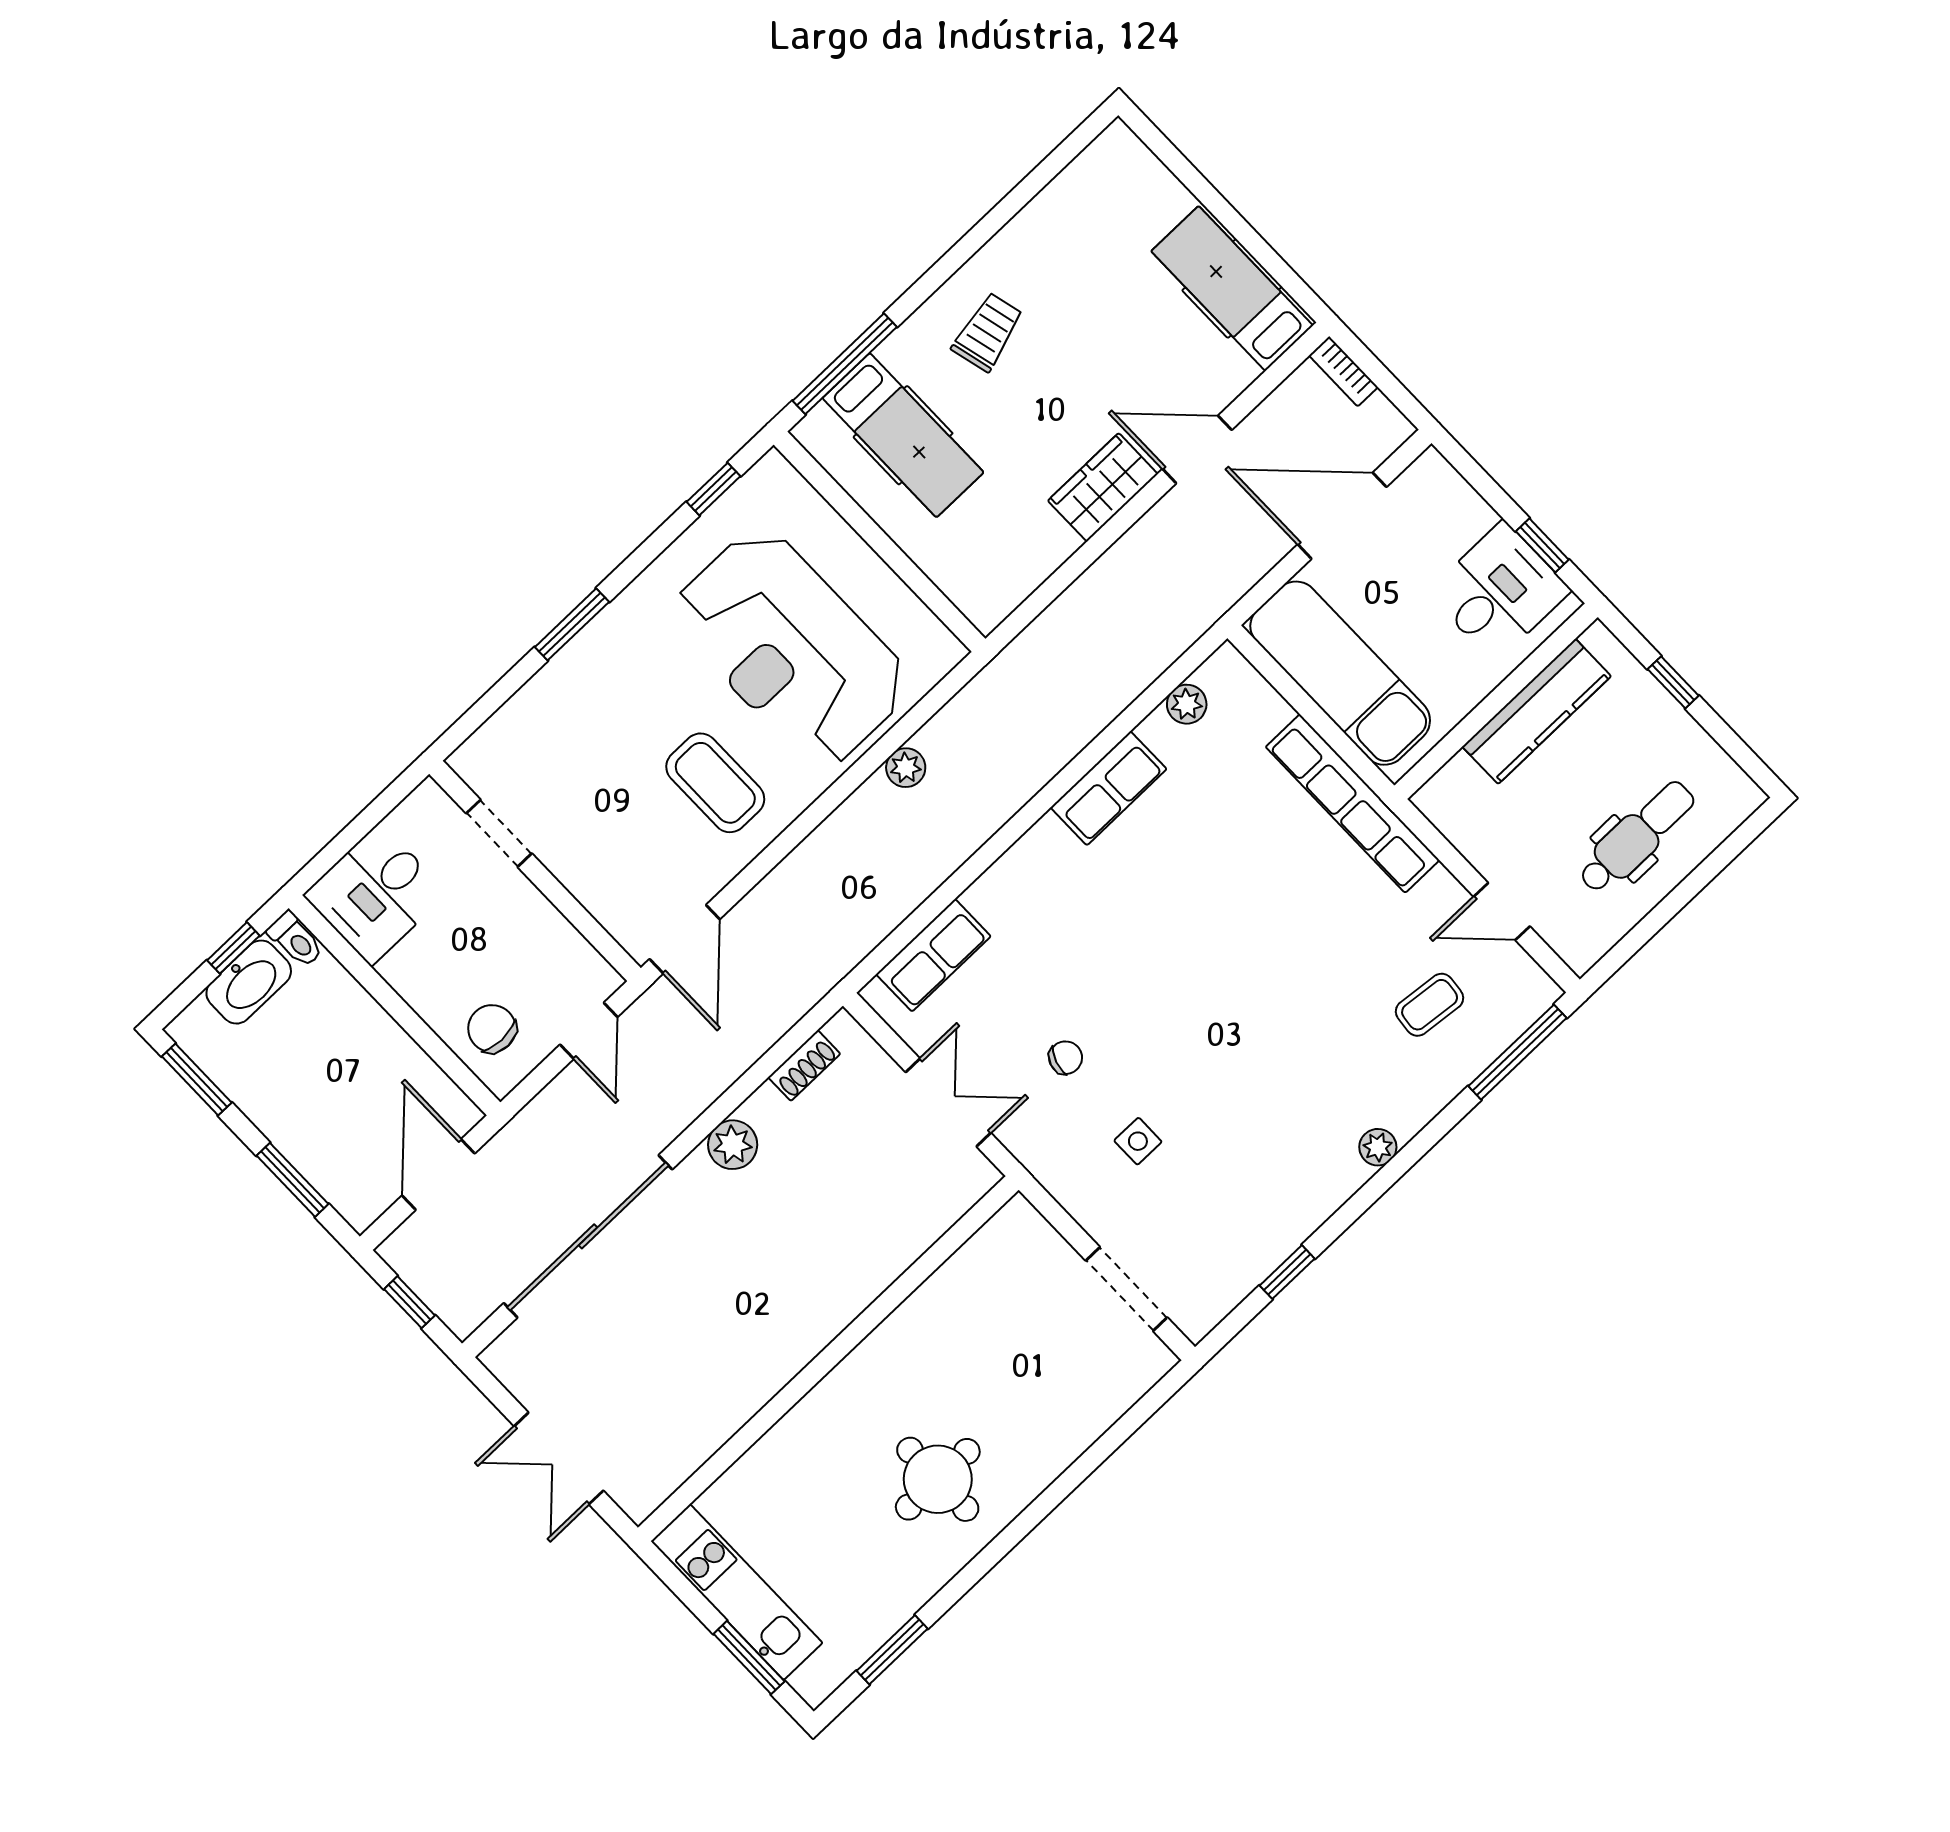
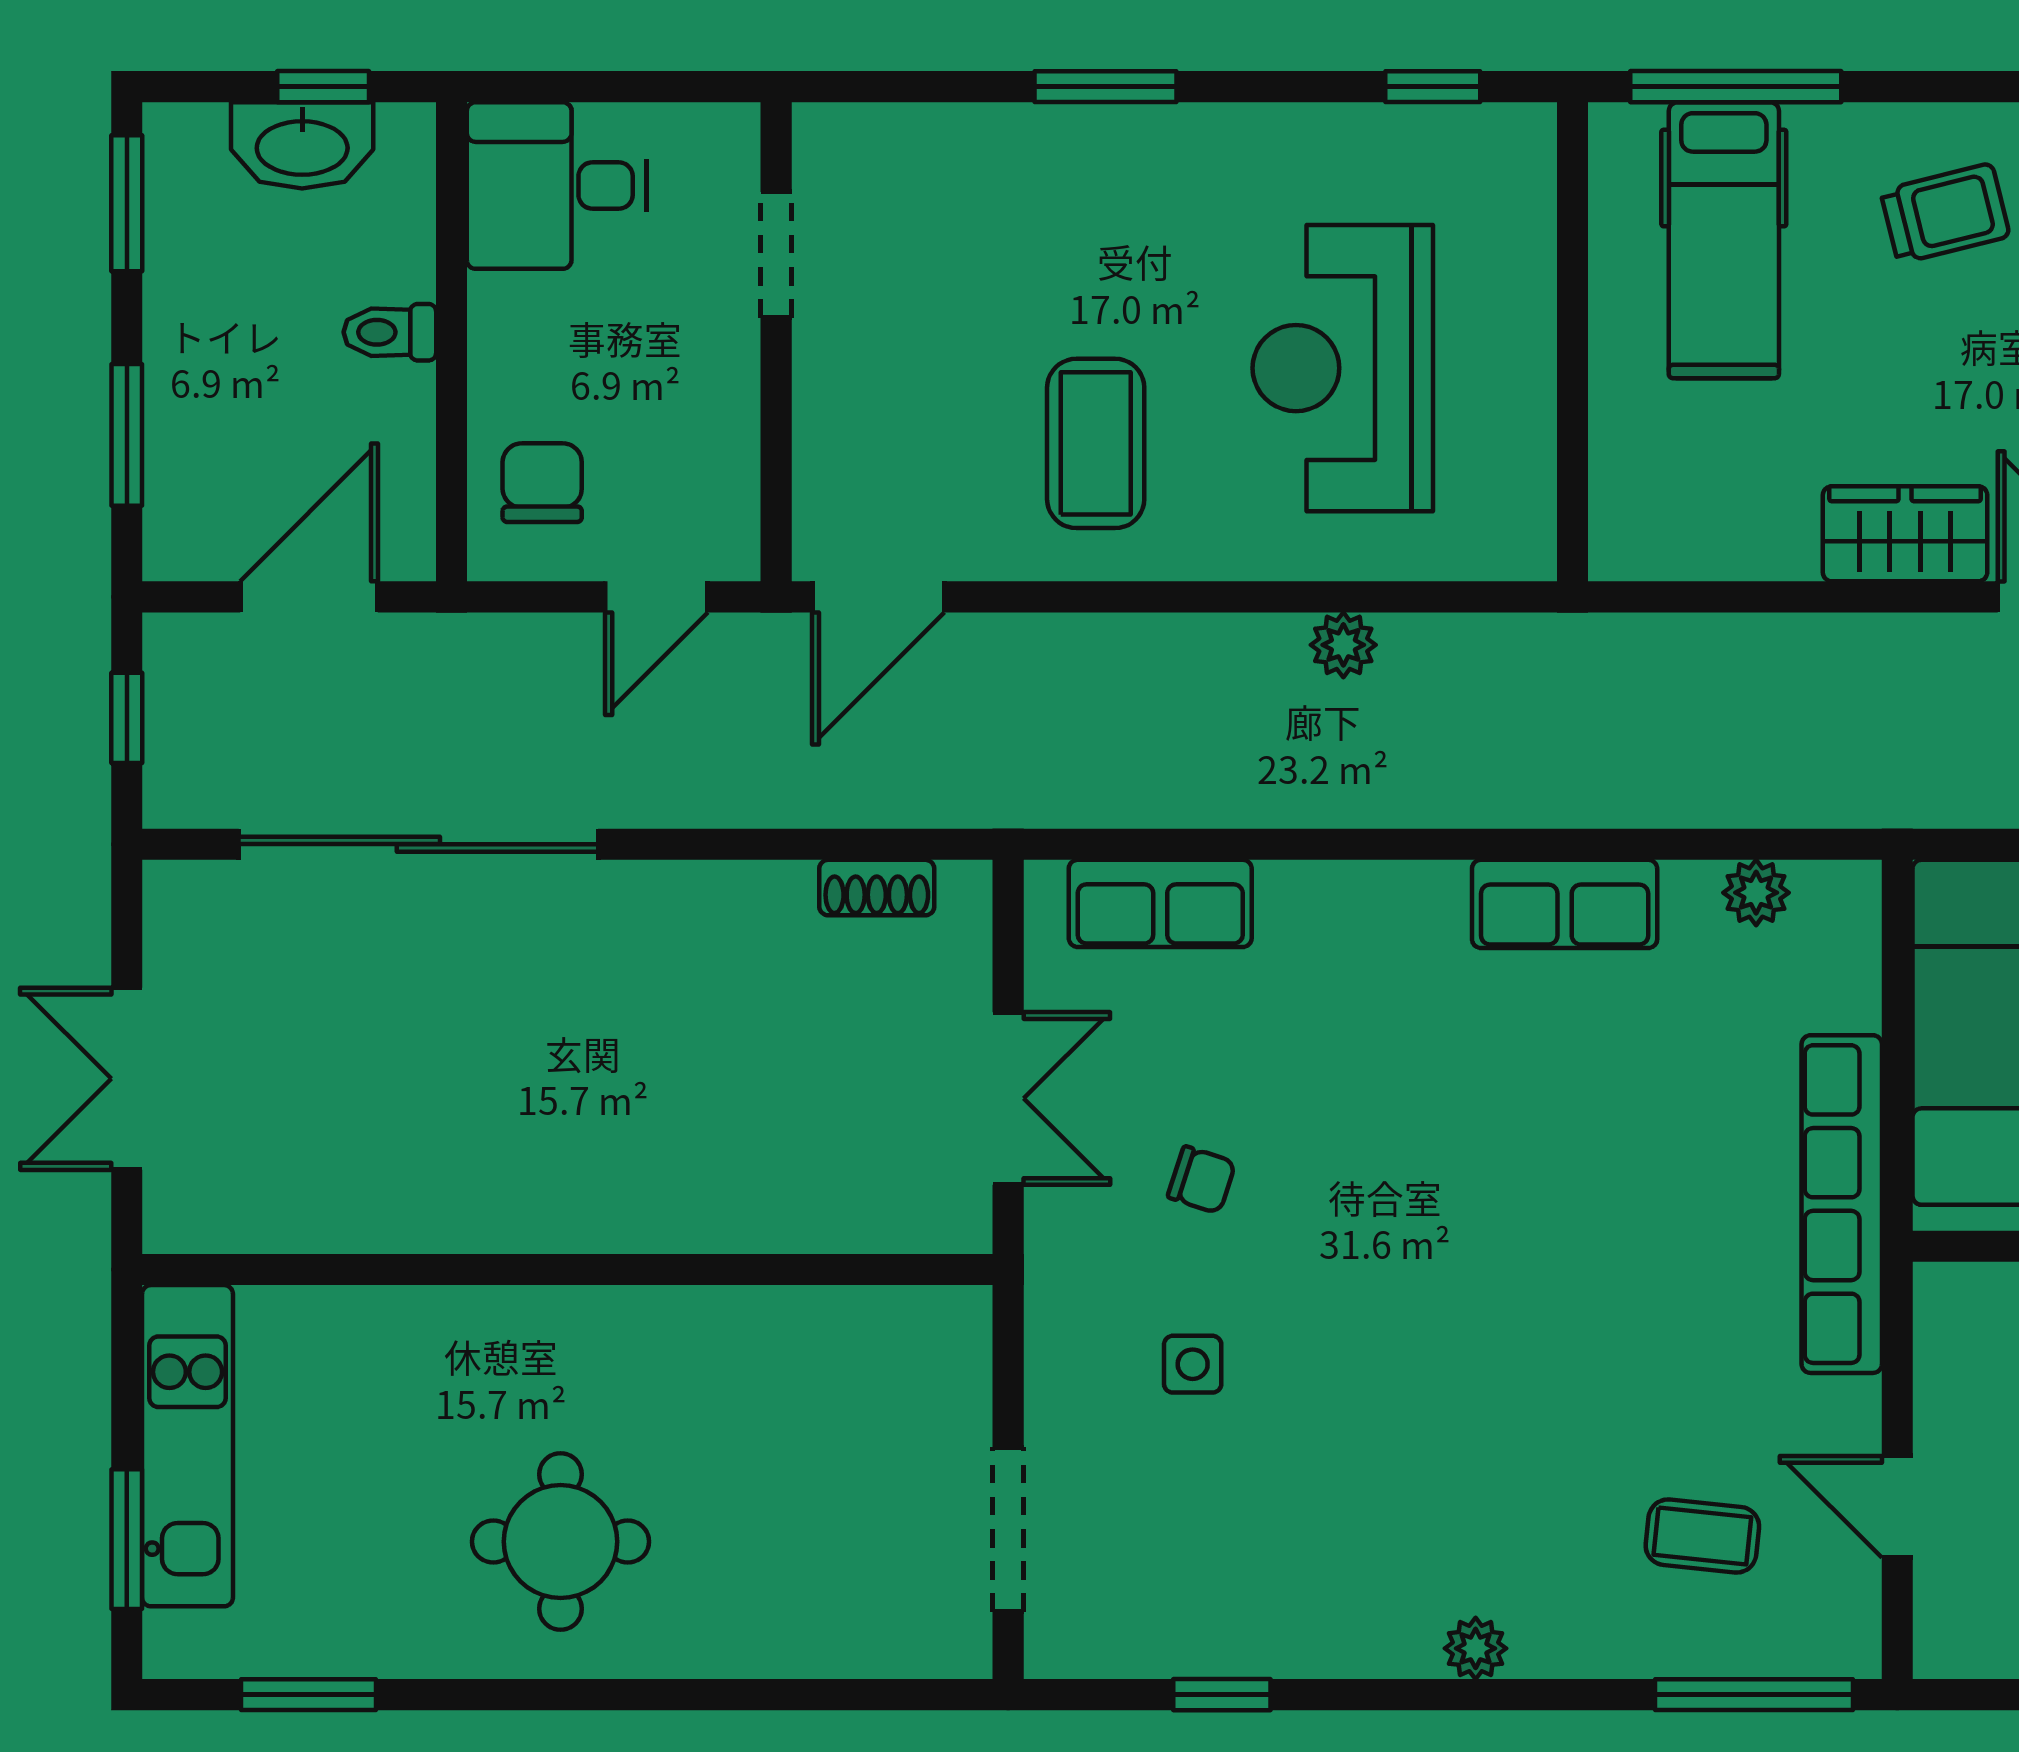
reception desk: (791, 648) -> (1343, 368), width x0.74, depth x0.77
toilet: (296, 940) -> (390, 332), moved, turned 90
plant: (733, 1145) -> (699, 901), removed

